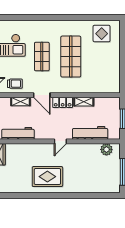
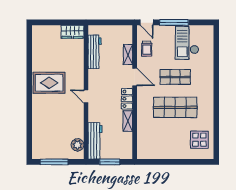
door: (42, 95) -> (135, 77), swing flipped
workbench: (90, 133) -> (95, 141), moved
rug: (47, 177) -> (49, 83), turned 90

